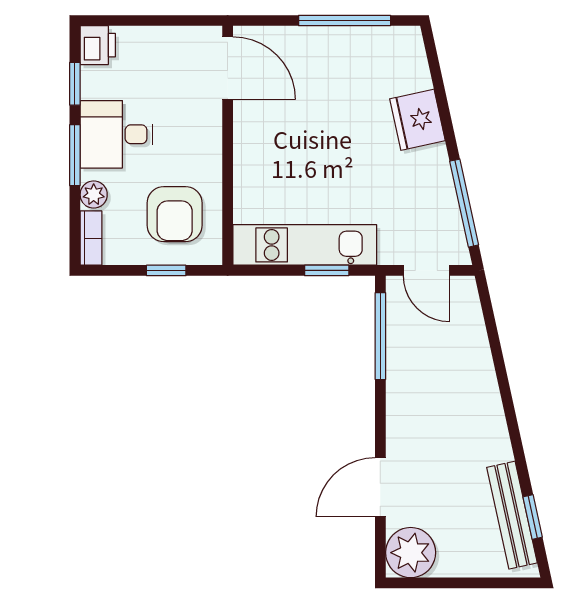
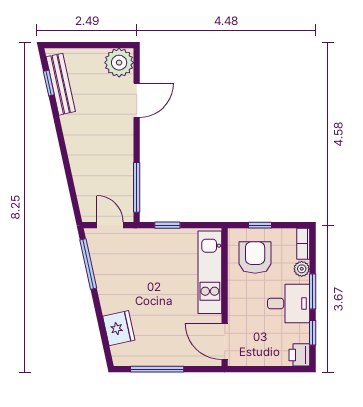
fridge: (417, 120) -> (119, 328), moved
kitchen unit: (305, 245) -> (210, 272), moved, turned 90

